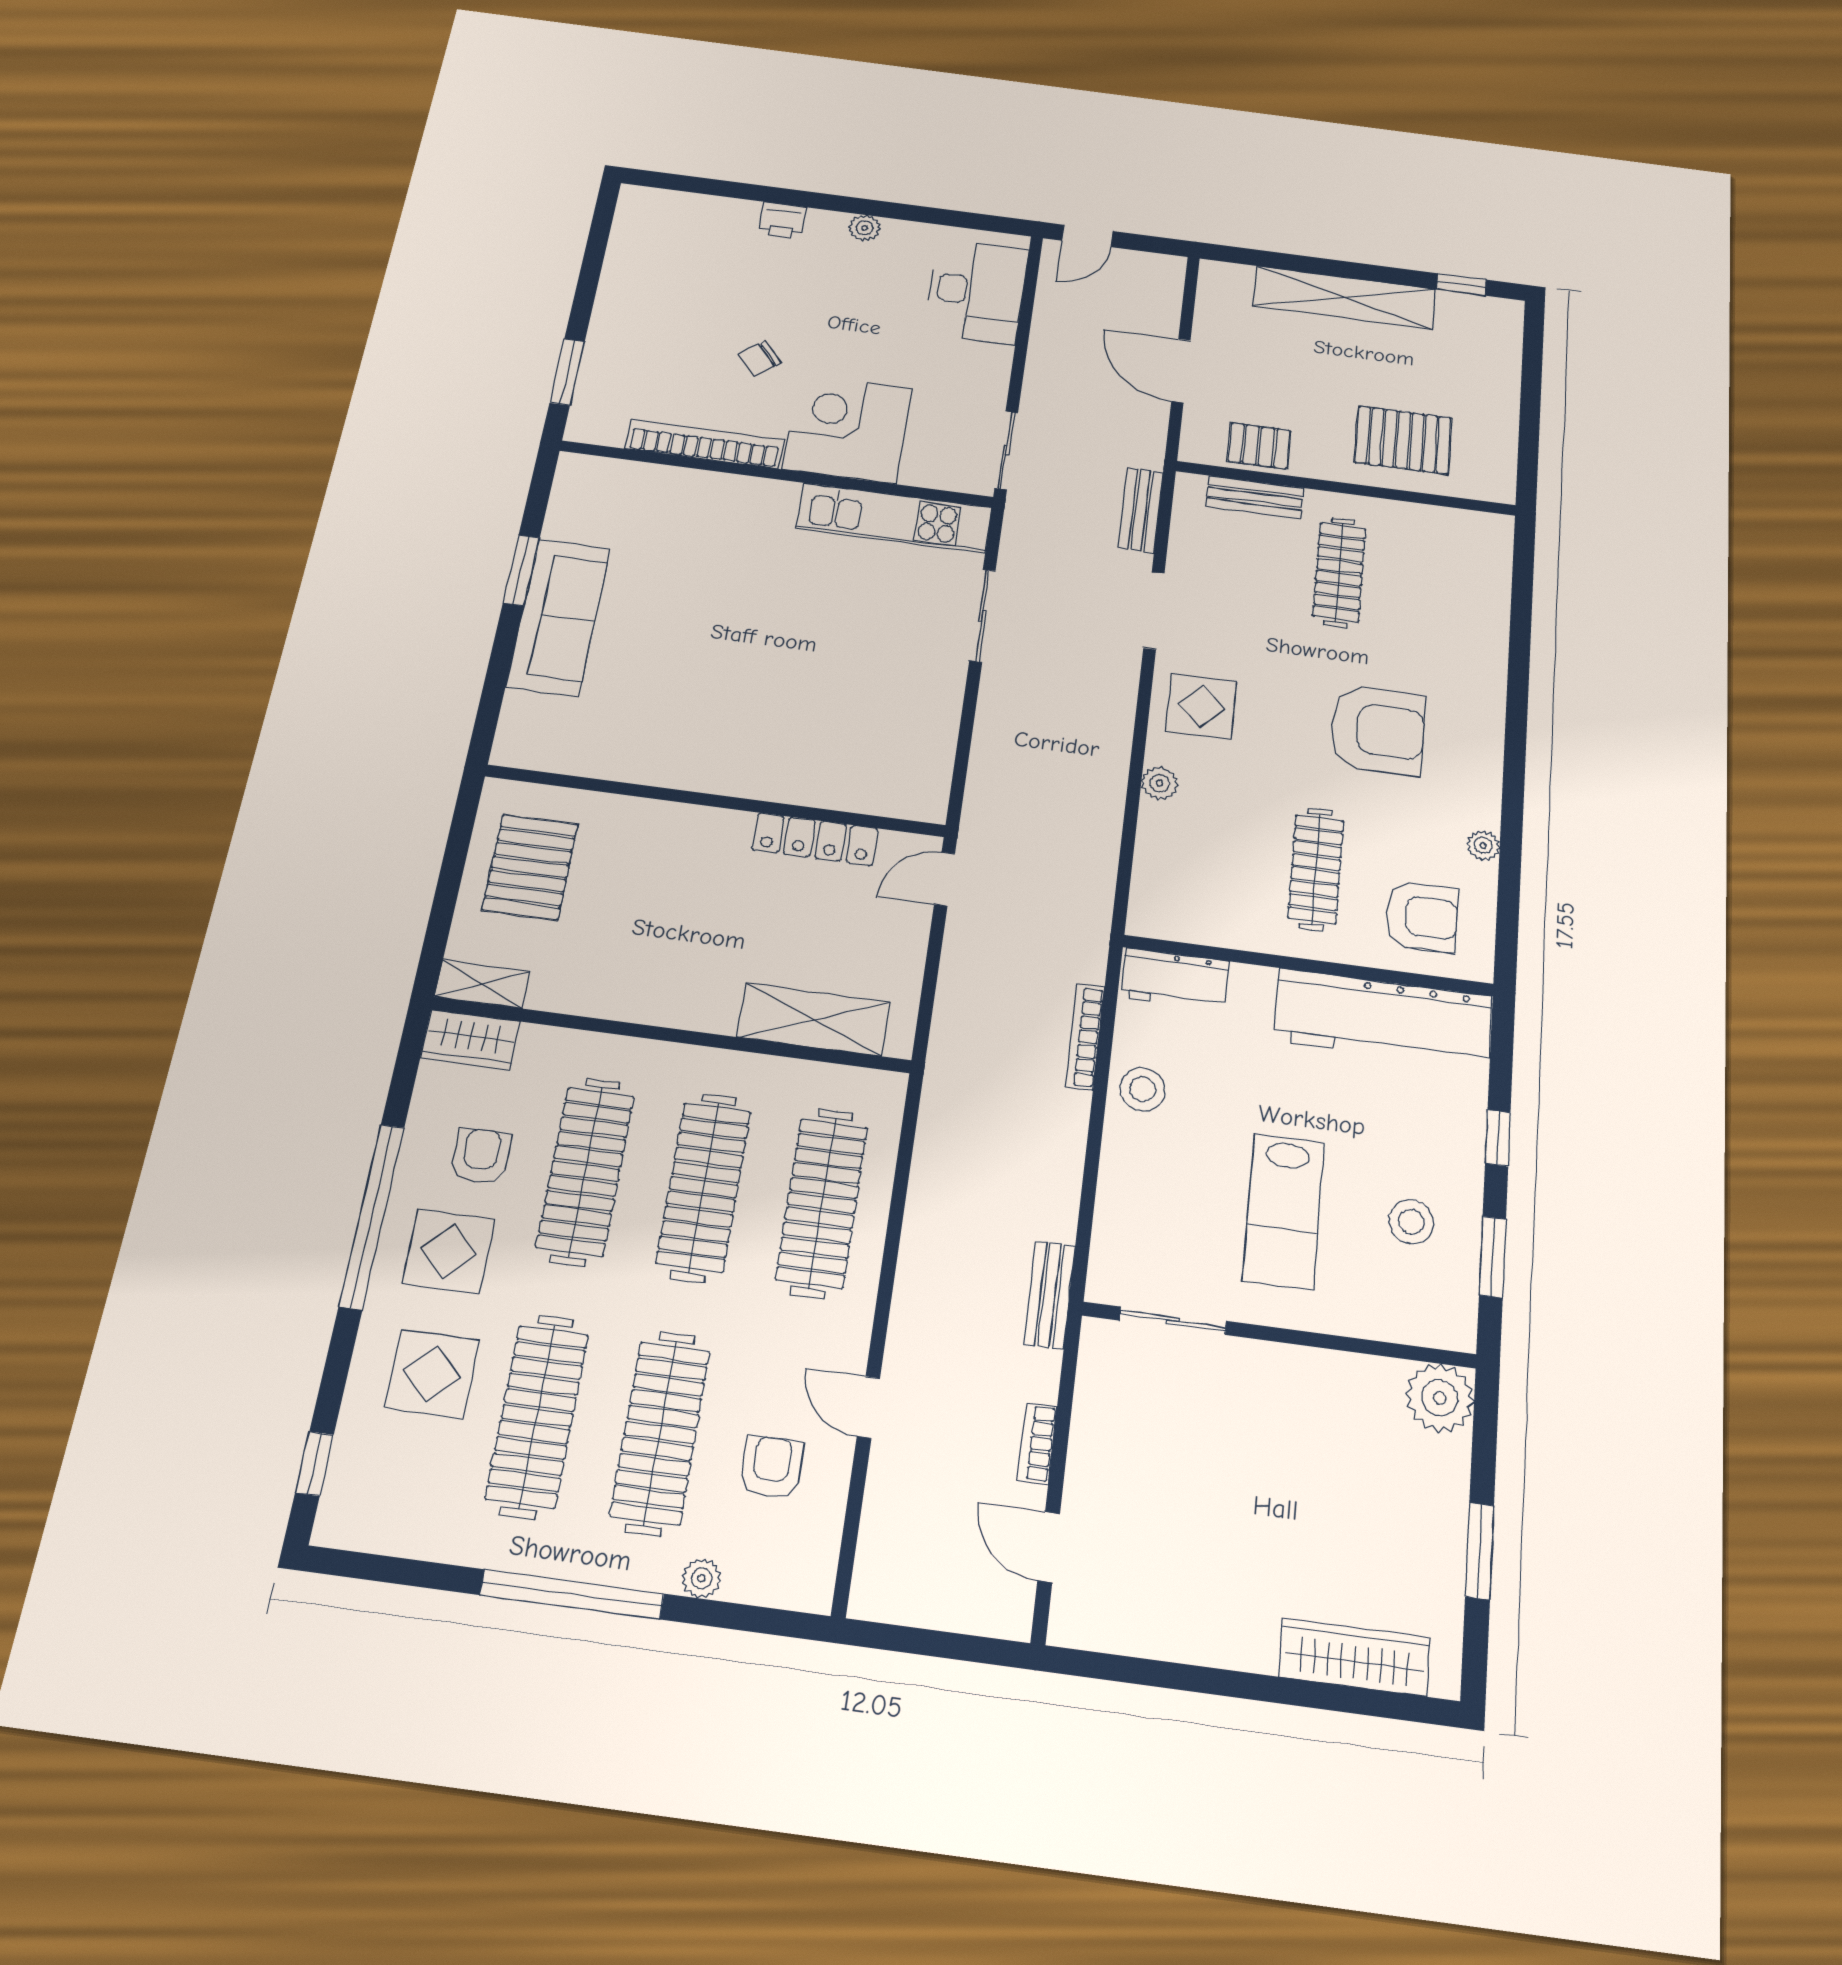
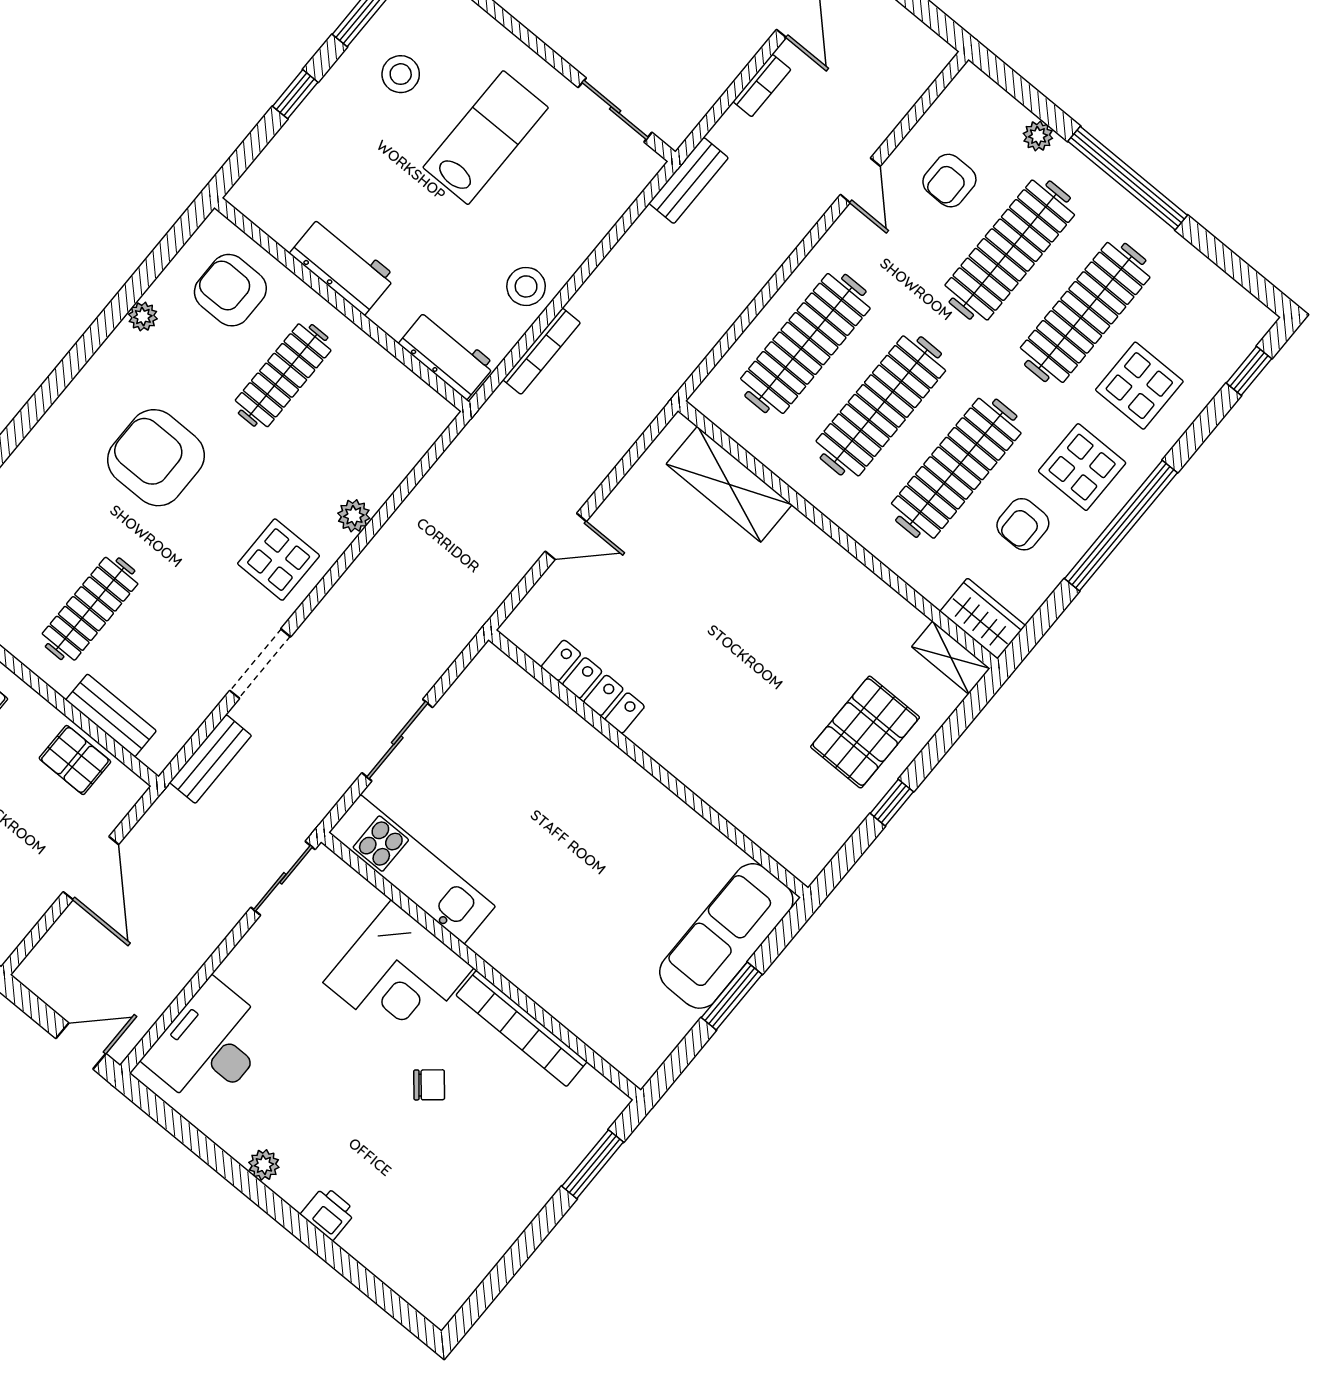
wall: (715, 801) -> (648, 764), moved
window: (464, 818) -> (892, 803), added
locker: (815, 839) -> (593, 687), moved
workbench: (1383, 1018) -> (343, 265), width x0.53, depth x0.76

